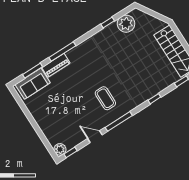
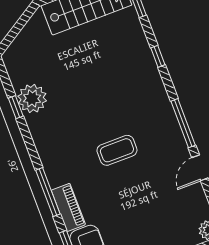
plant: (126, 24) -> (32, 98), moved
coffee table: (105, 98) -> (117, 150), moved

